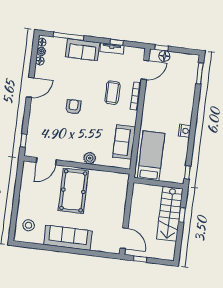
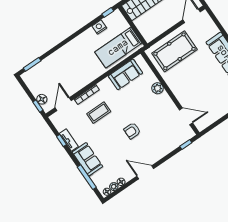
door: (145, 70) -> (63, 104), hinge flipped
nightstand: (185, 131) -> (99, 27), moved
pool table: (73, 191) -> (174, 51), moved

